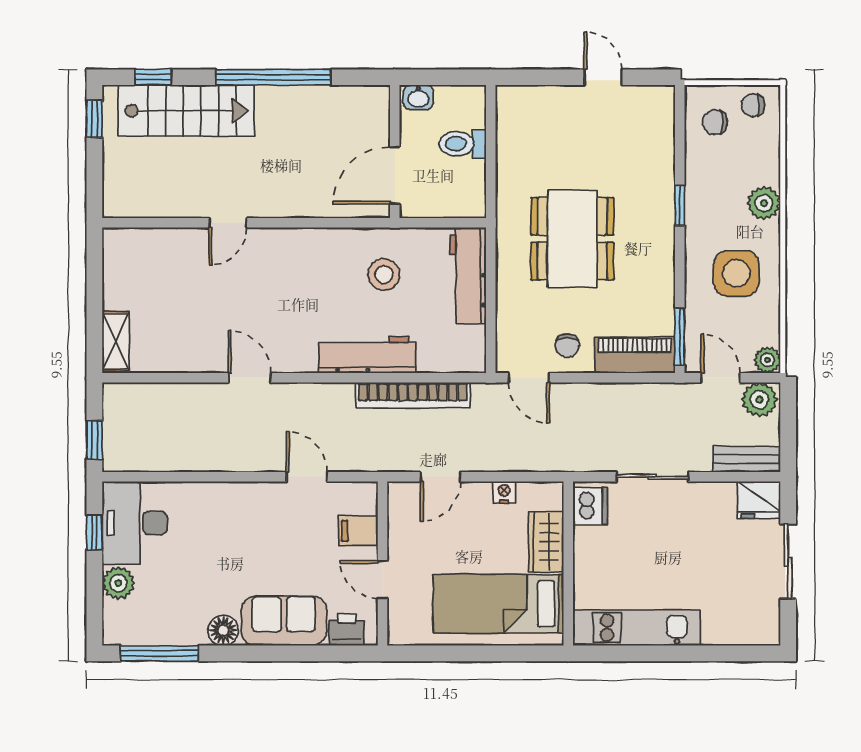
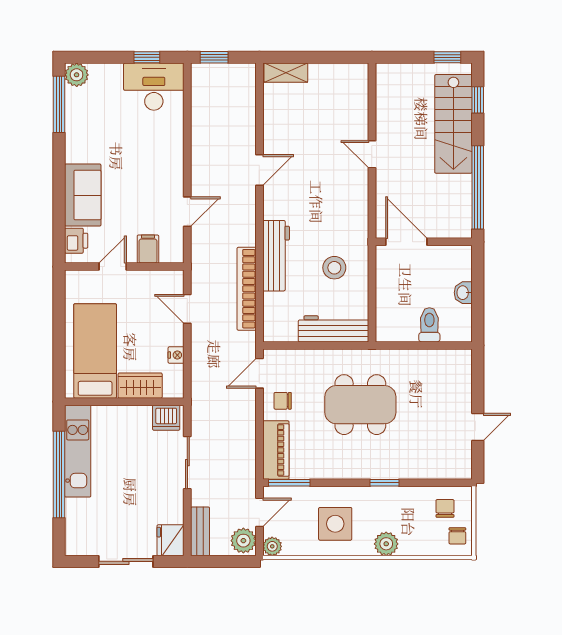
chair: (753, 105) -> (457, 536), turned 180
wall: (395, 152) -> (424, 242), moved
door: (395, 175) -> (406, 242), moved
plant: (118, 583) -> (77, 75), moved
floor lamp: (223, 630) -> (76, 151), removed
window: (668, 653) -> (59, 474), added

